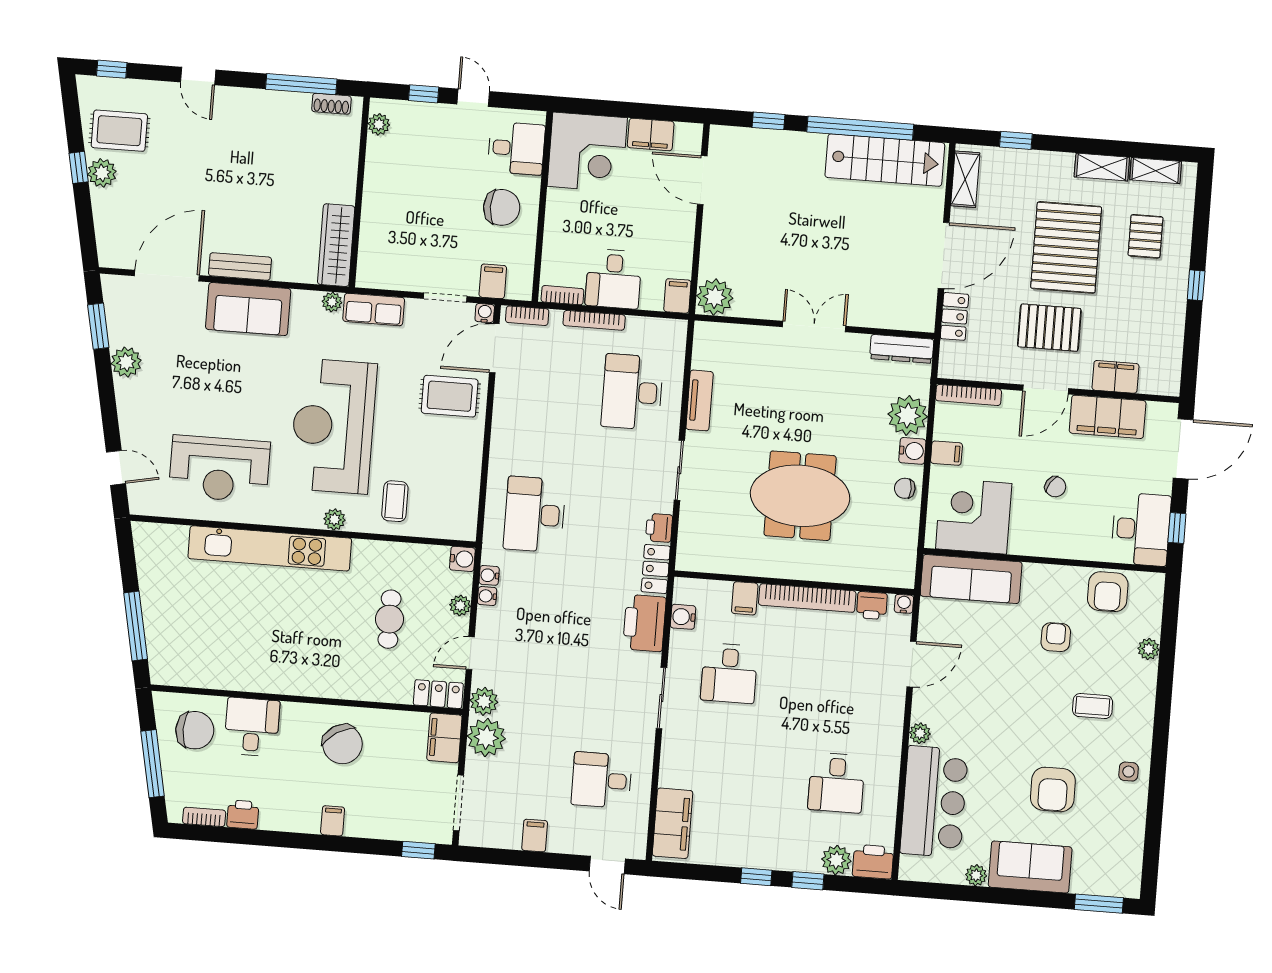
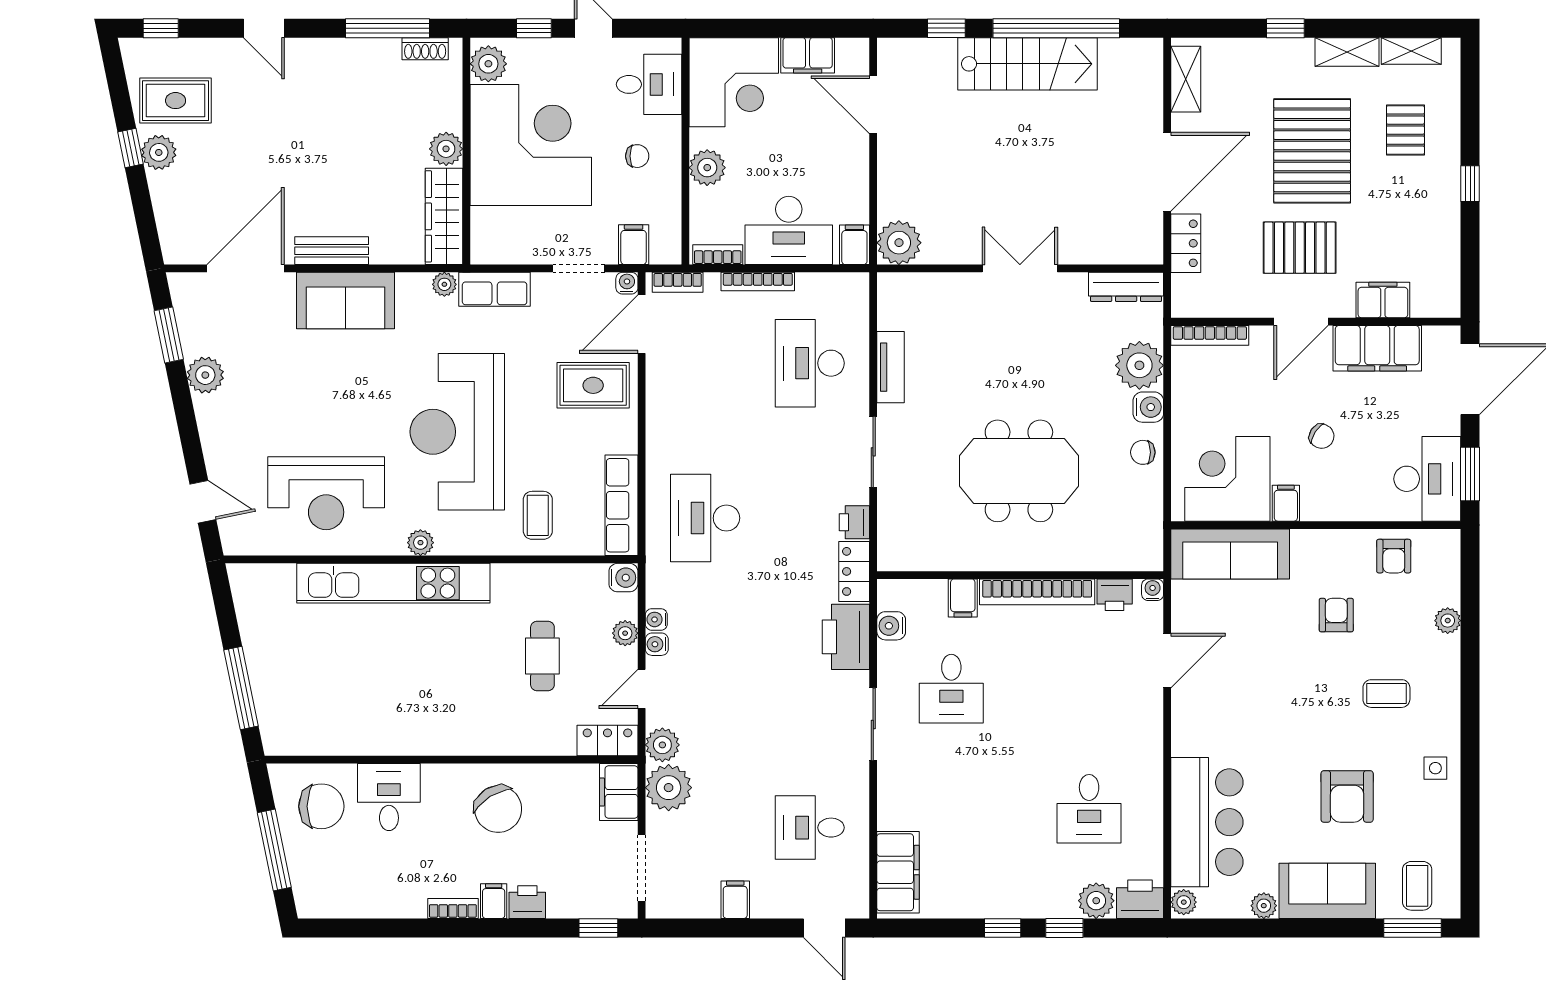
plant: (379, 124) -> (488, 64), width x1.38, depth x1.38
window: (1016, 140) -> (1285, 28), moved
stairs: (885, 160) -> (1028, 64), moved
plant: (342, 189) -> (446, 149), added
corner desk: (413, 191) -> (531, 145), added
chair: (502, 207) -> (637, 156), width x0.54, depth x0.54
plant: (559, 222) -> (707, 168), added
desk: (614, 279) -> (789, 230), width x1.37
filing cabinet: (946, 453) -> (1286, 503), moved, turned -90
row of seats: (466, 498) -> (622, 505), added
plant: (334, 519) -> (420, 543), moved
window: (1177, 528) -> (1470, 474), width x1.50
water cooler: (489, 575) -> (657, 644), moved
armchair: (1108, 592) -> (1394, 556), width x0.72, depth x0.72
plant: (920, 733) -> (1184, 902), moved
printer: (243, 815) -> (527, 902), moved
bookcase: (204, 817) -> (453, 909), moved
coffee table: (1106, 869) -> (1417, 886), added

